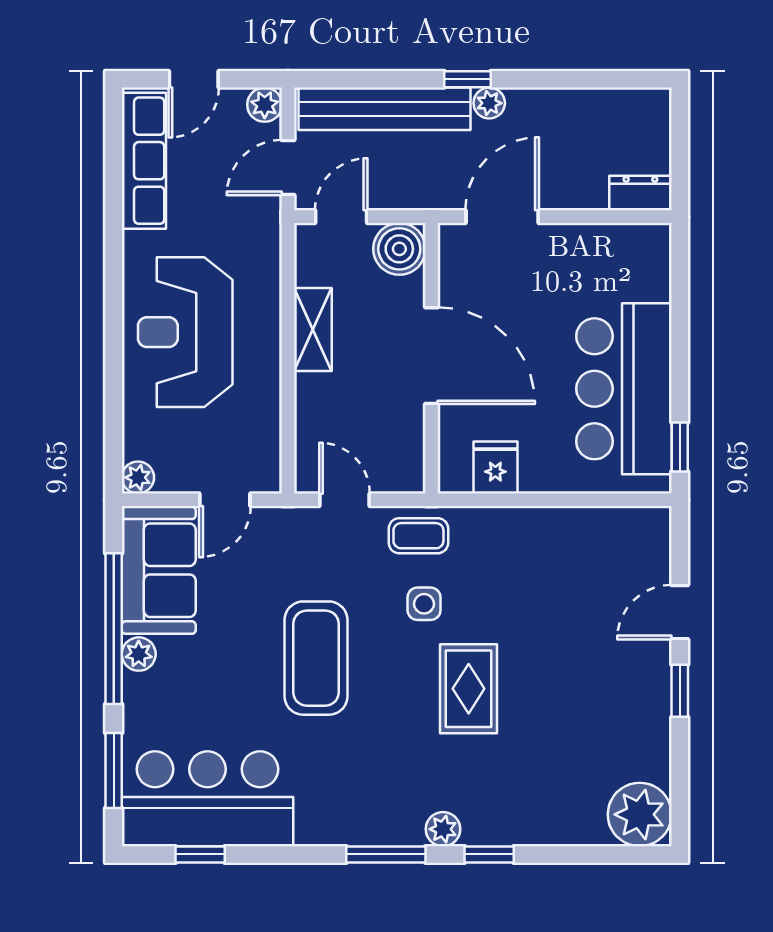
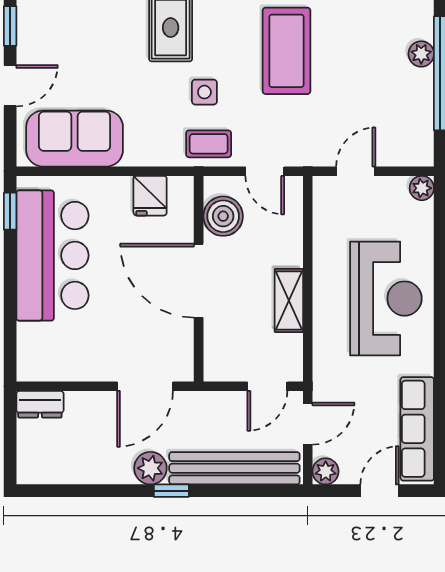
plant: (489, 103) -> (150, 468), width x1.38, depth x1.38
boiler: (399, 249) -> (223, 216), moved
sofa: (159, 570) -> (75, 139), moved, turned 90

